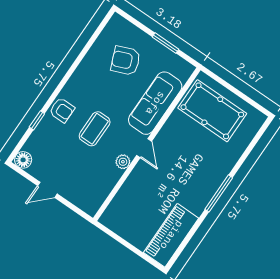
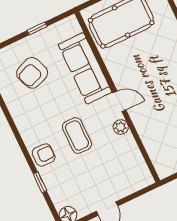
window: (165, 43) -> (37, 28), width x0.67

